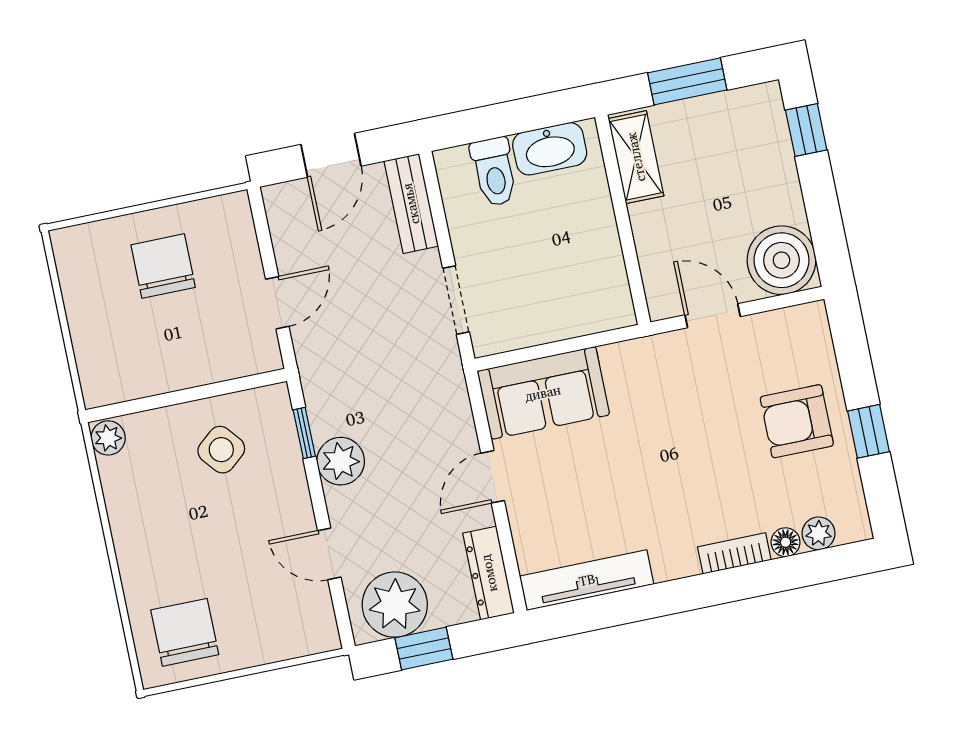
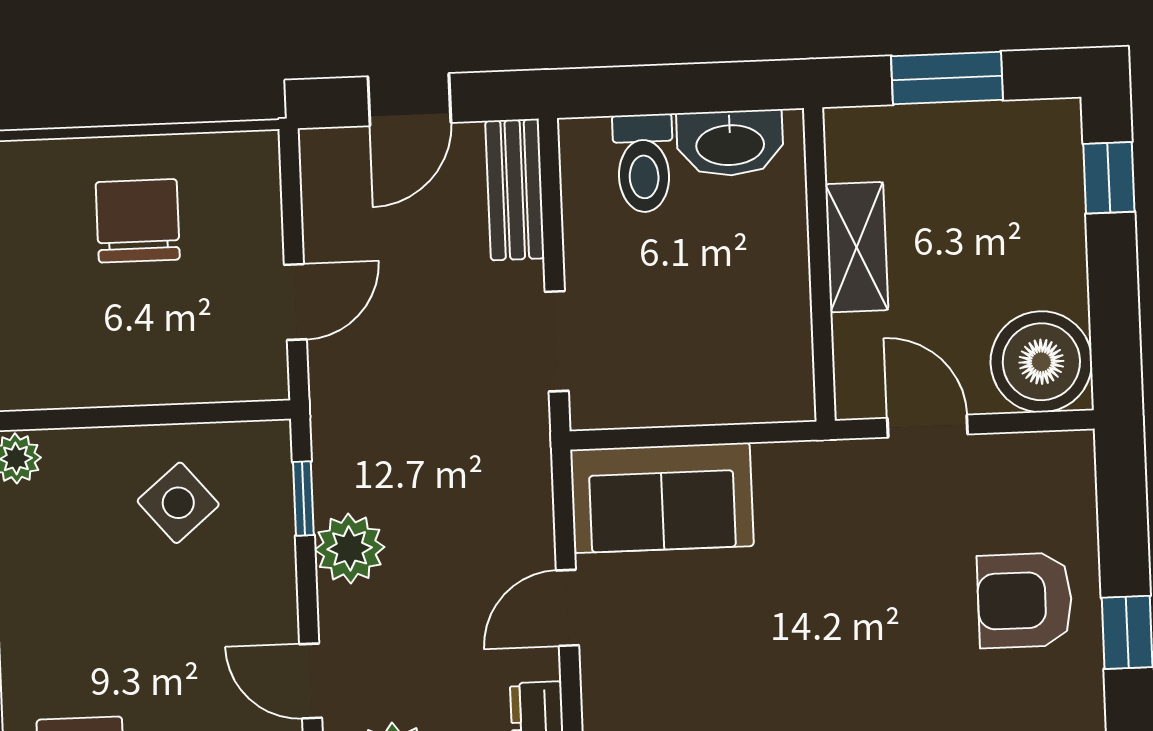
shelving: (636, 157) -> (857, 247), moved

